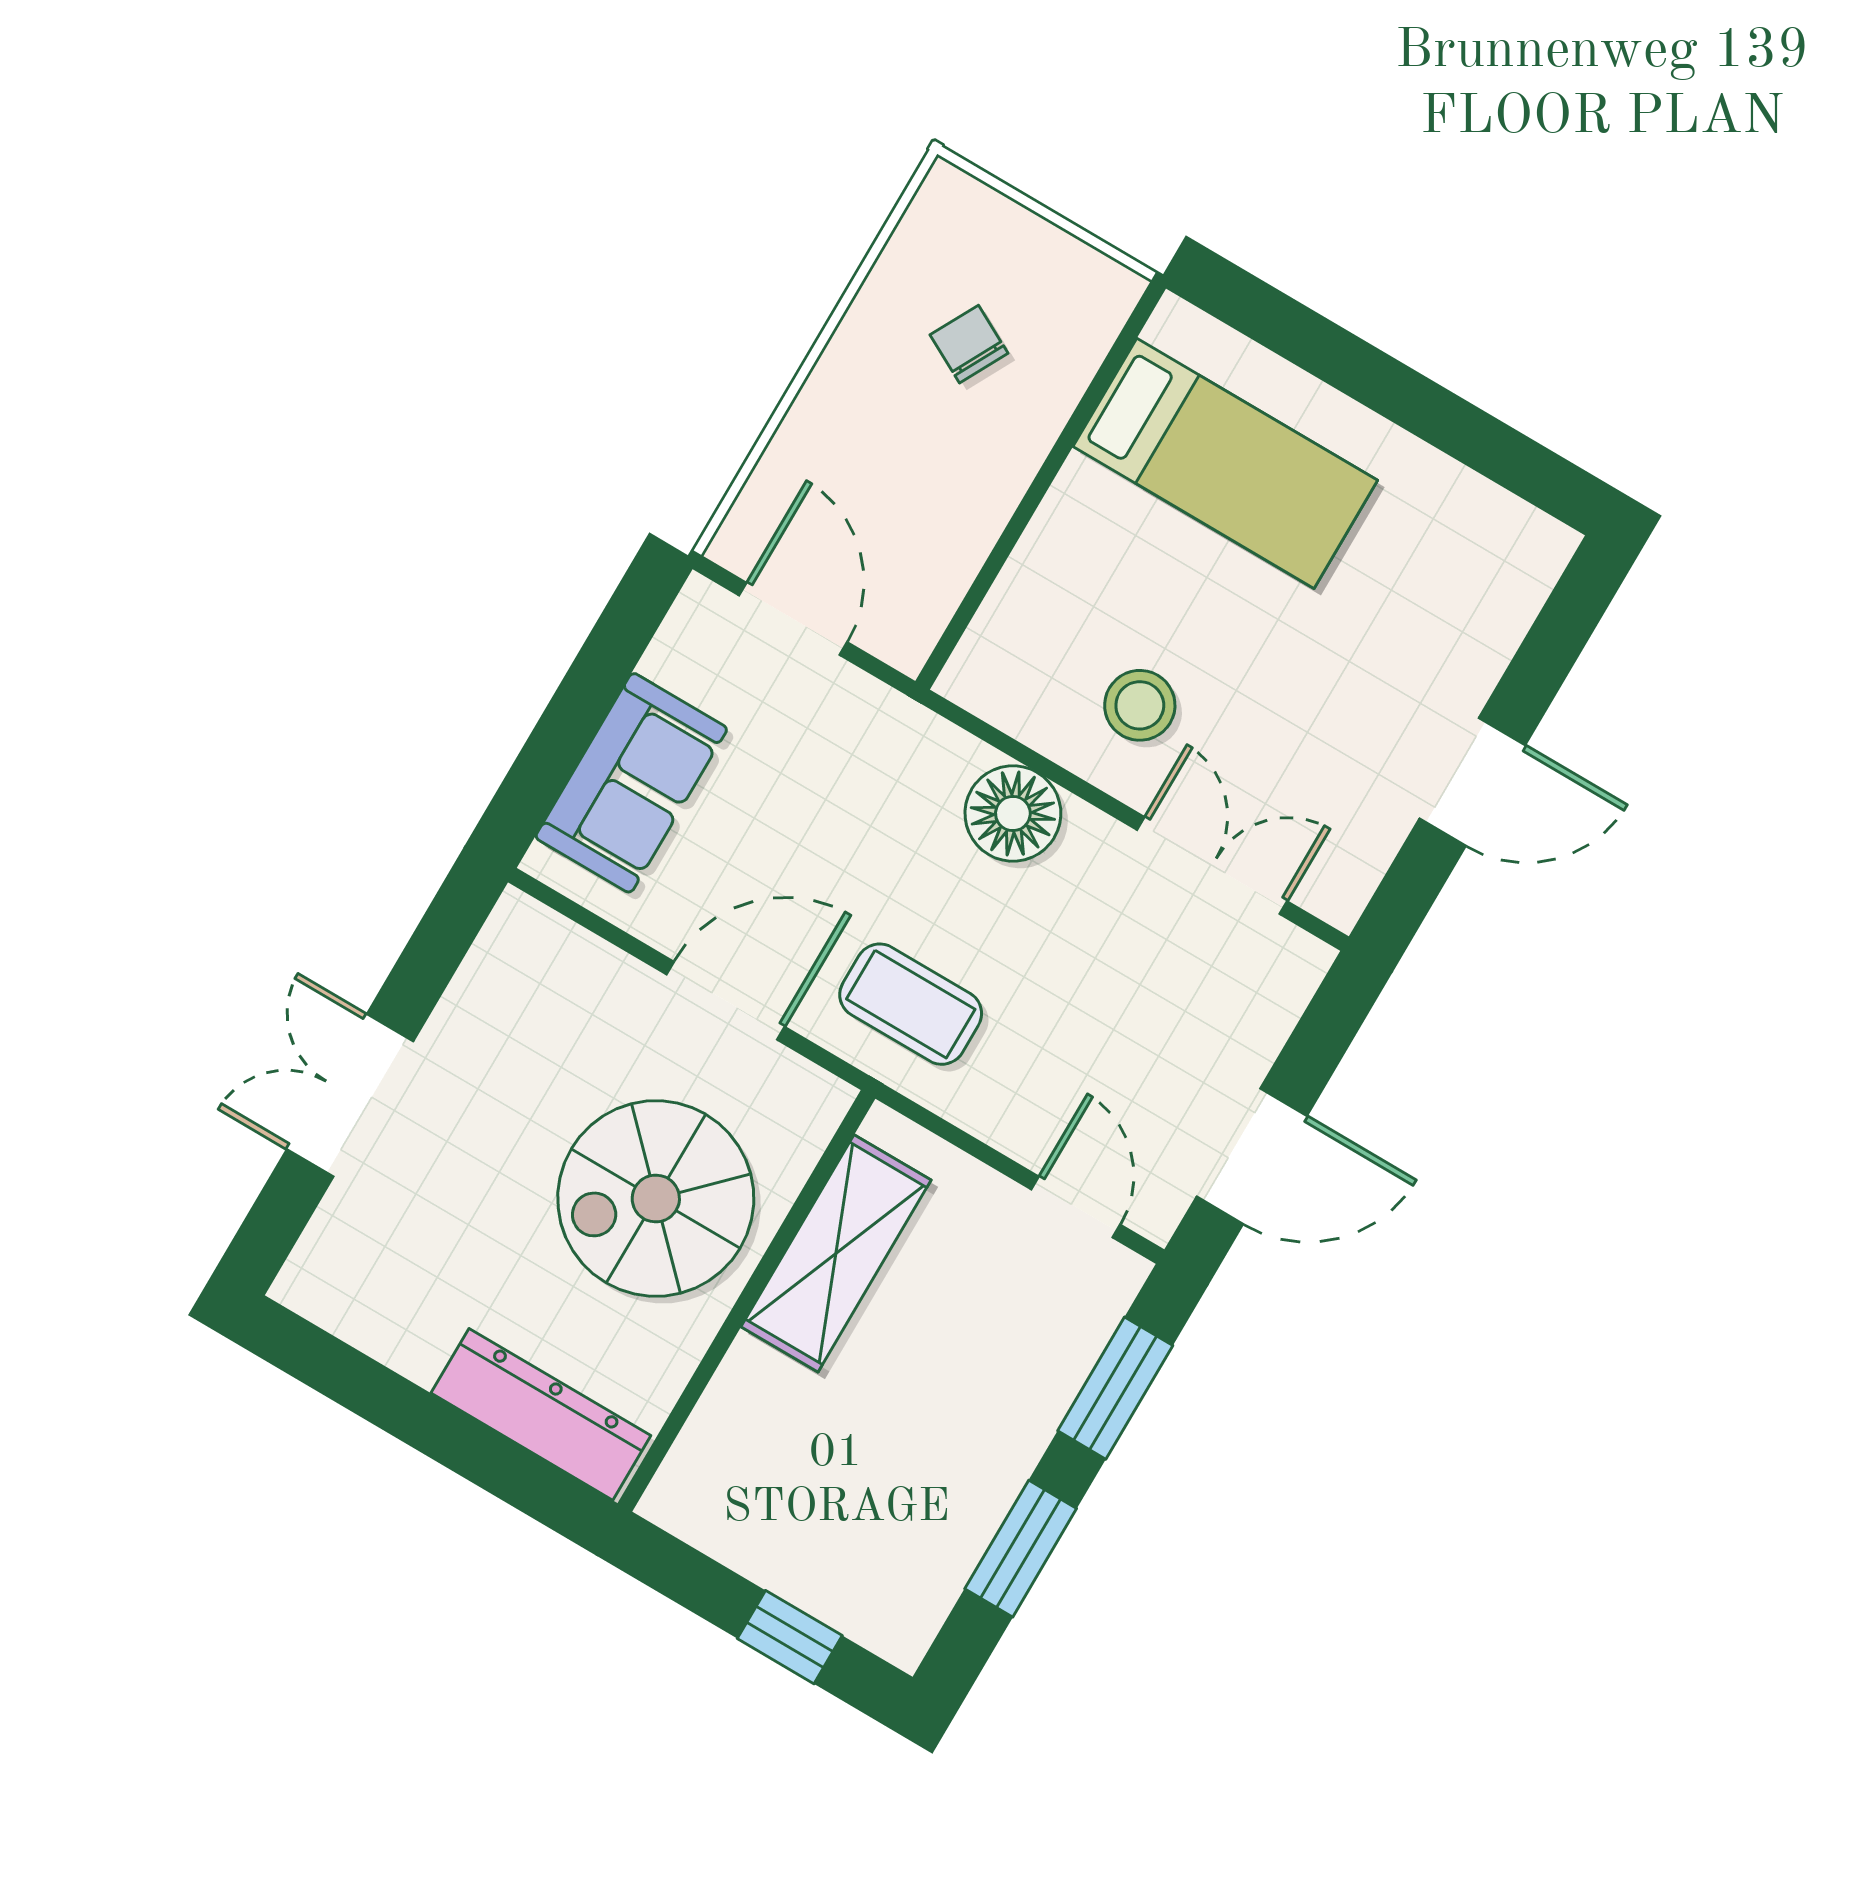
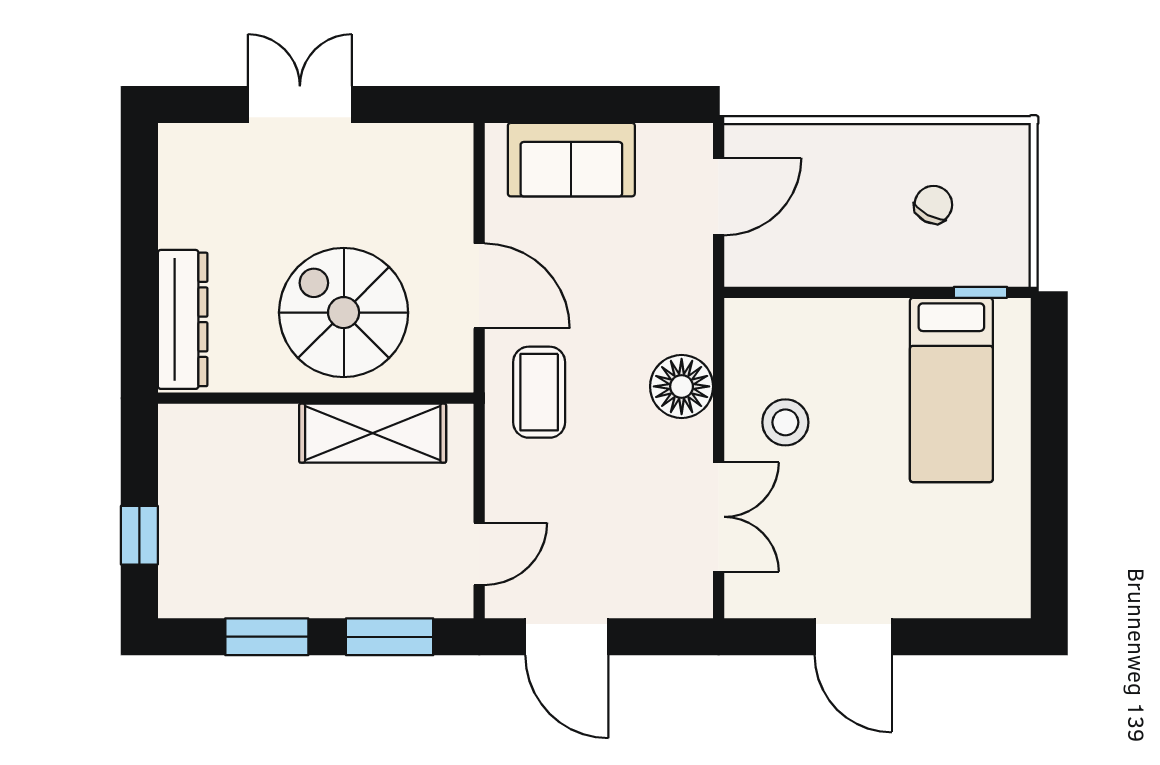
window: (1120, 350) -> (980, 292), added

